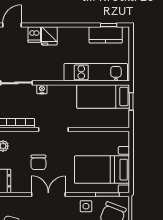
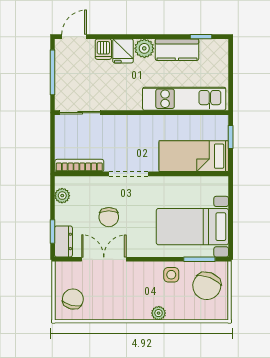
plant: (65, 34) -> (144, 48), added
kitchen counter: (106, 35) -> (177, 50), moved
nightstand: (42, 89) -> (113, 121), removed
bed: (103, 96) -> (194, 156), moved
double door: (48, 194) -> (104, 259), moved

